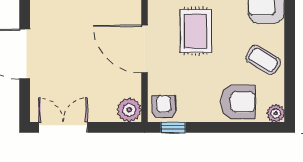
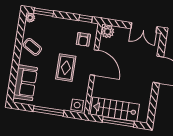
armchair: (238, 102) -> (49, 27), removed
armchair: (164, 107) -> (83, 39), moved
window: (252, 127) -> (44, 12), added

